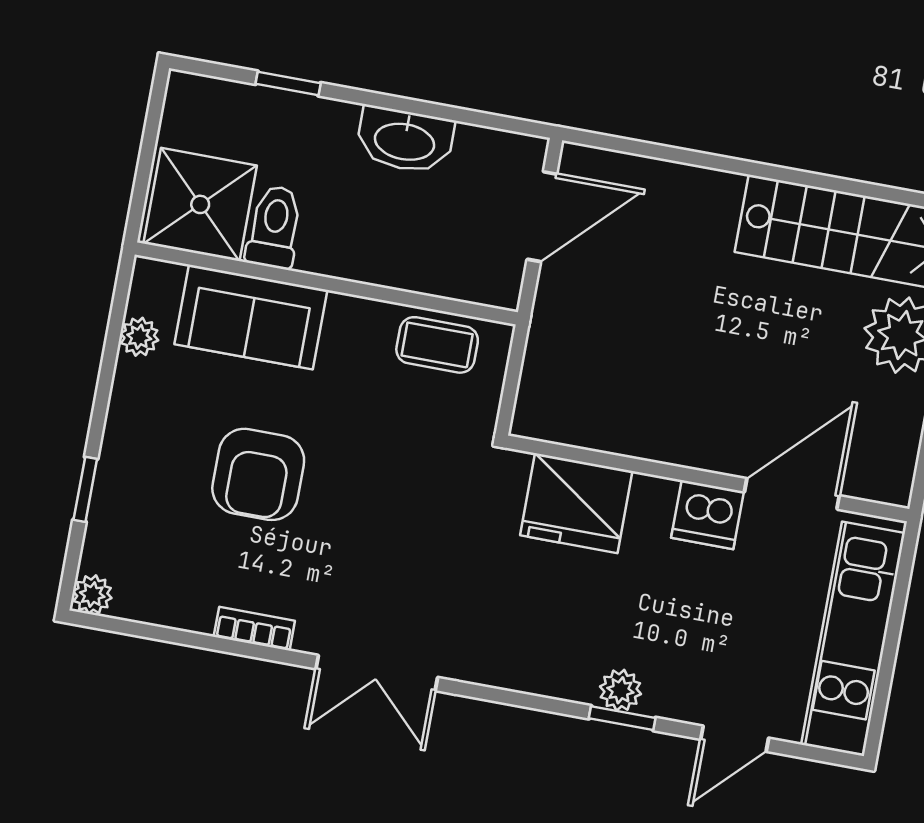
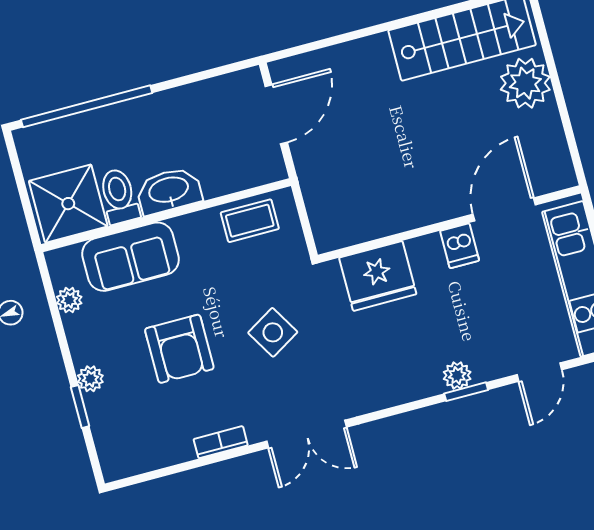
window: (288, 83) -> (87, 106), width x3.17
washbasin: (405, 140) -> (169, 191), moved, turned 180
side table: (396, 512) -> (273, 332), added
dishwasher: (707, 515) -> (460, 246), width x0.73
plant: (92, 595) -> (90, 379), moved

